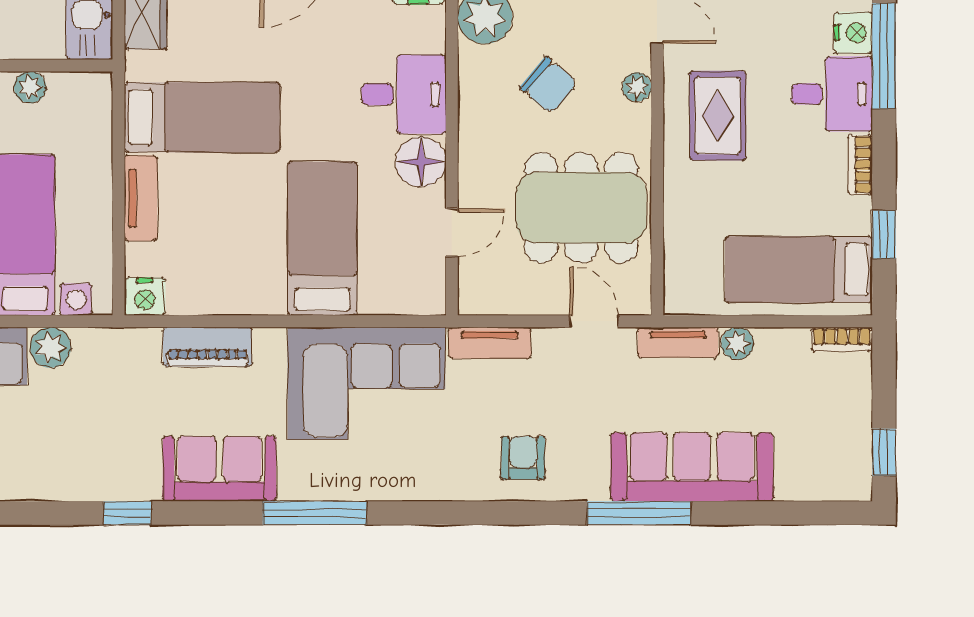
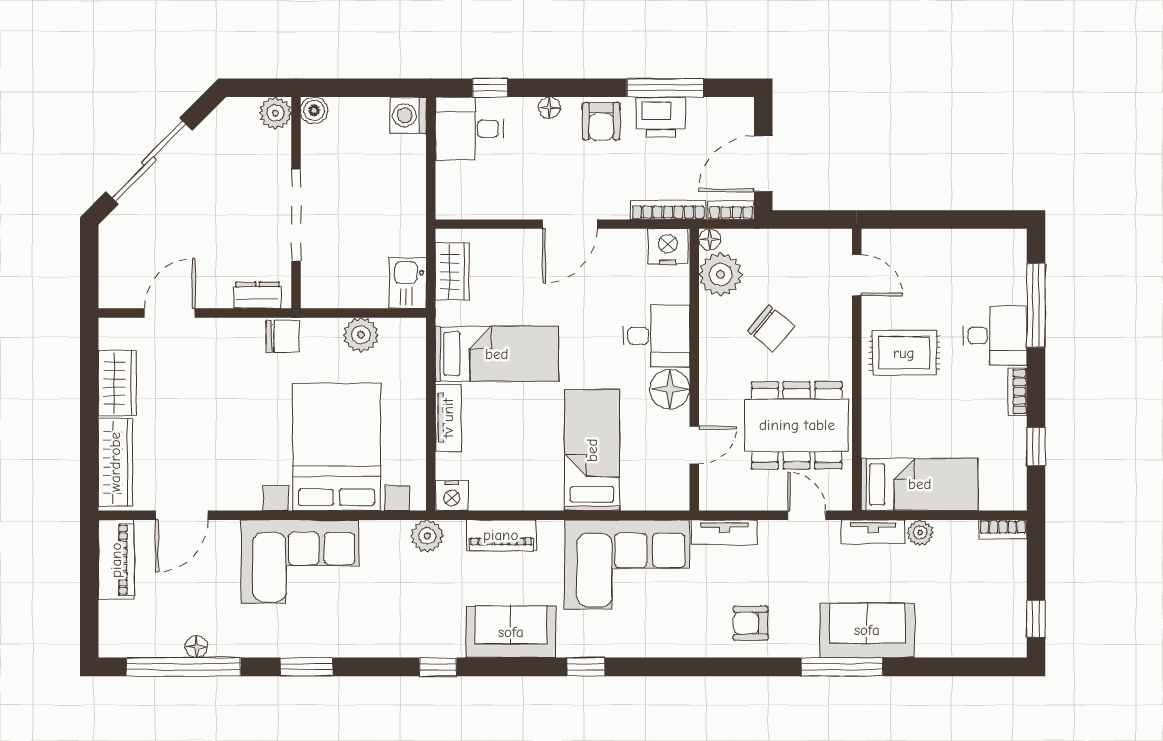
nightstand: (853, 33) -> (1012, 287), removed
plant: (30, 87) -> (361, 335), width x1.38, depth x1.38
plant: (637, 87) -> (841, 330), removed
rug: (718, 116) -> (904, 353), turned 90
bed: (799, 270) -> (920, 484), moved, turned 180
plant: (50, 347) -> (427, 536), moved
armchair: (523, 458) -> (751, 623), turned -90
sofa: (692, 467) -> (867, 630), width x0.73
window: (315, 513) -> (586, 667), width x0.46

